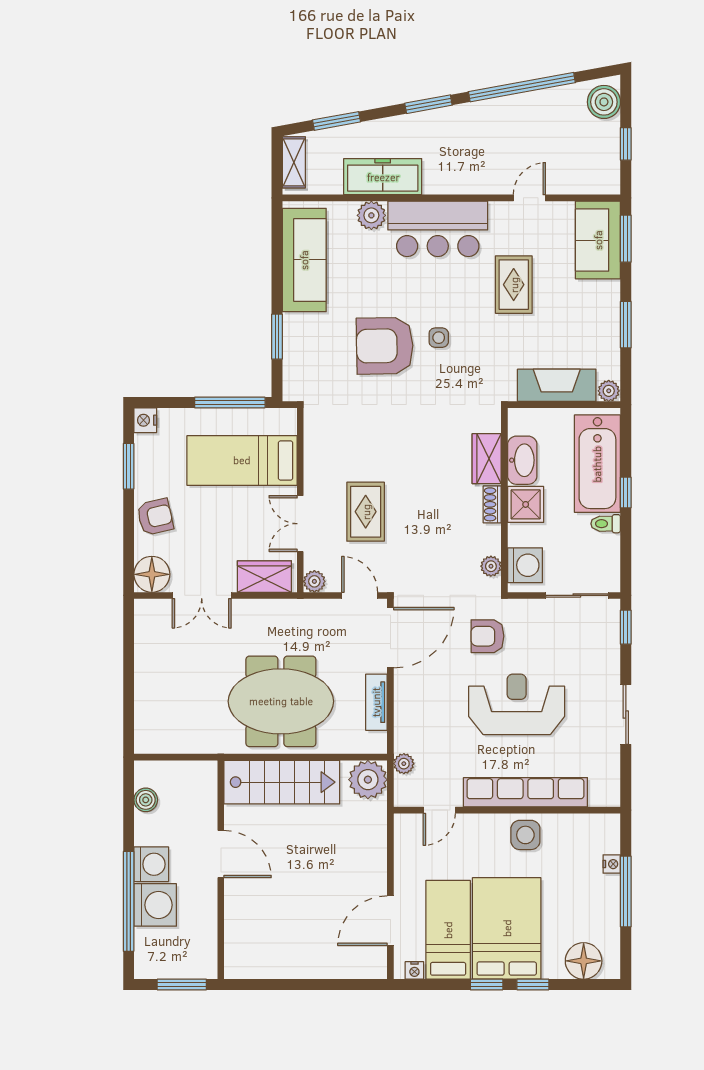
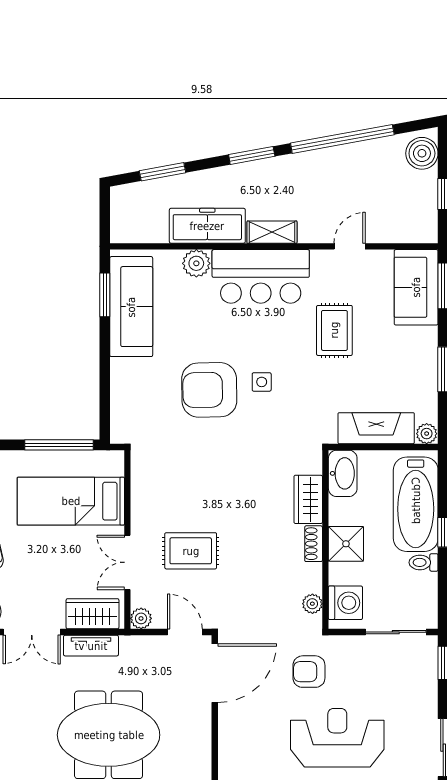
shelving: (294, 162) -> (272, 232), moved, turned 90
window: (277, 337) -> (105, 295), moved
washbasin: (522, 460) -> (343, 473), moved
rug: (366, 512) -> (191, 551), turned 90
tv unit: (376, 702) -> (91, 646), moved, turned -90

